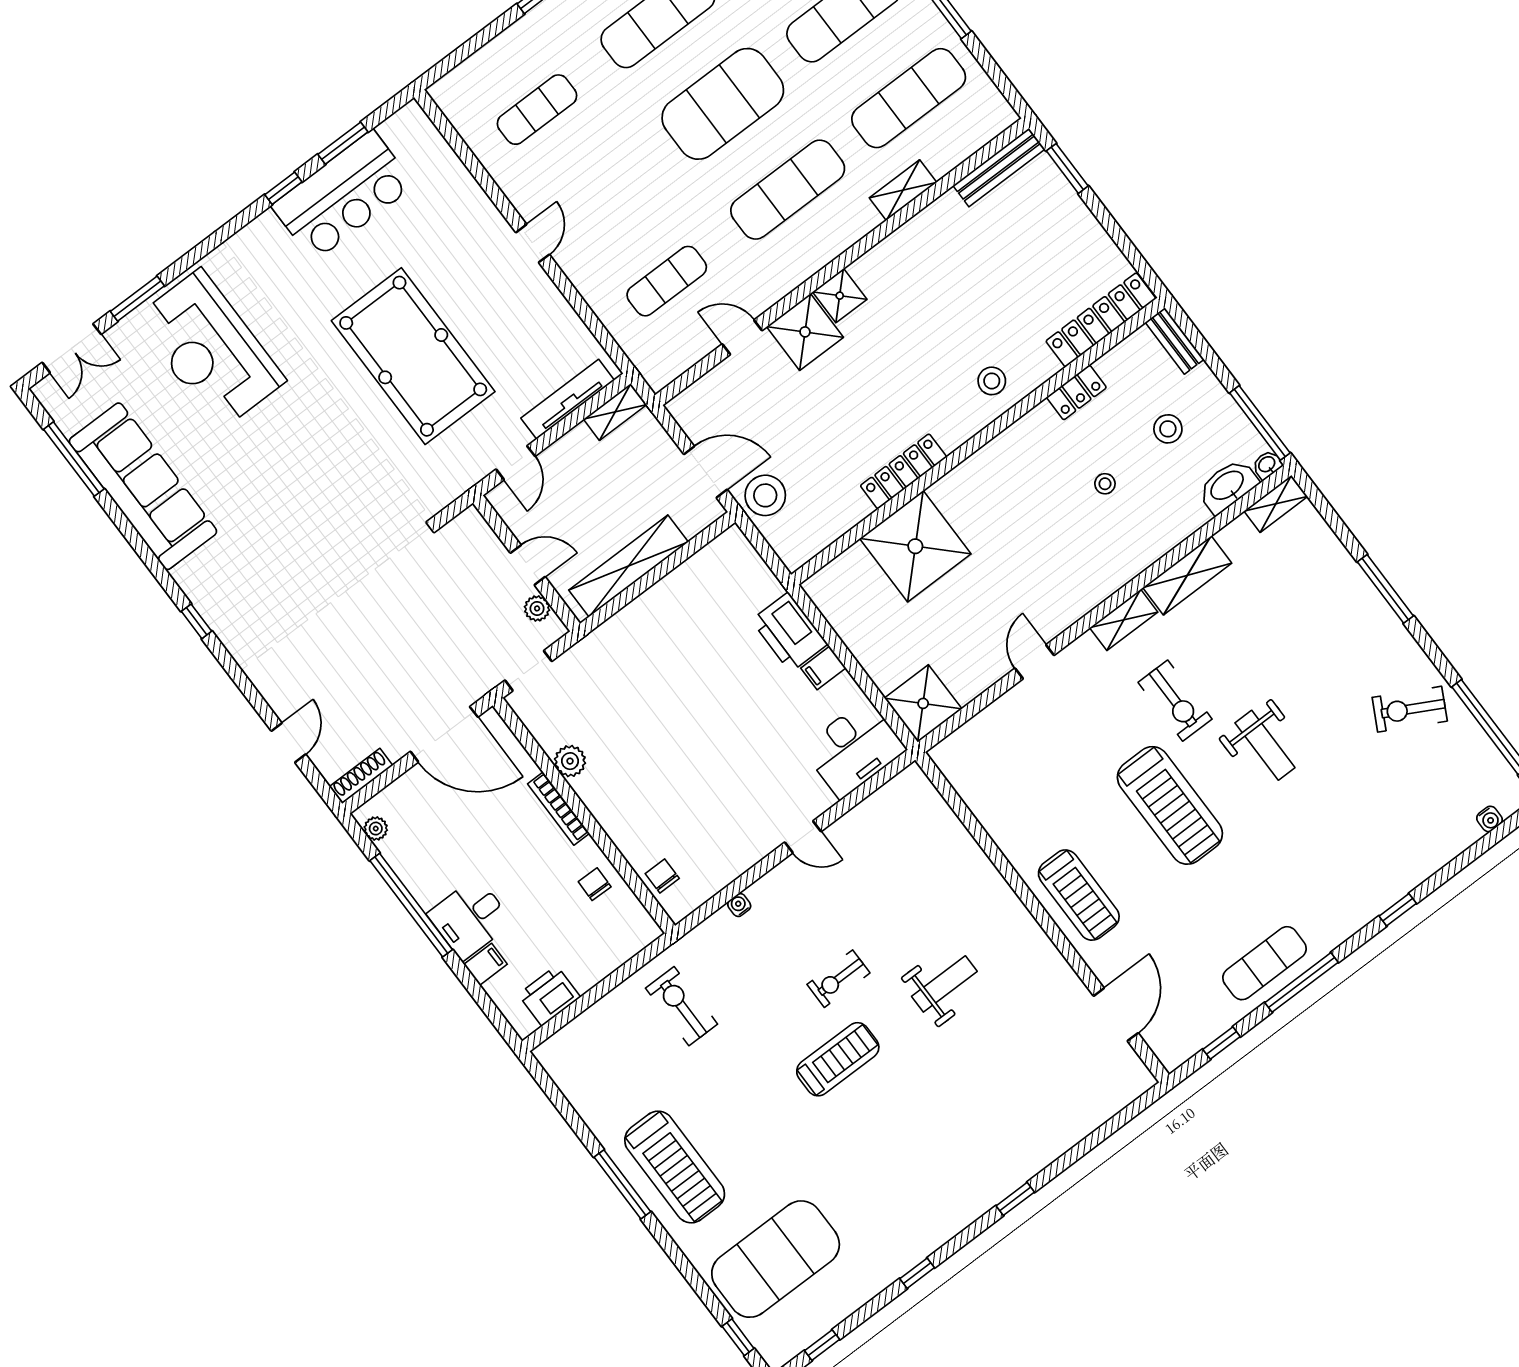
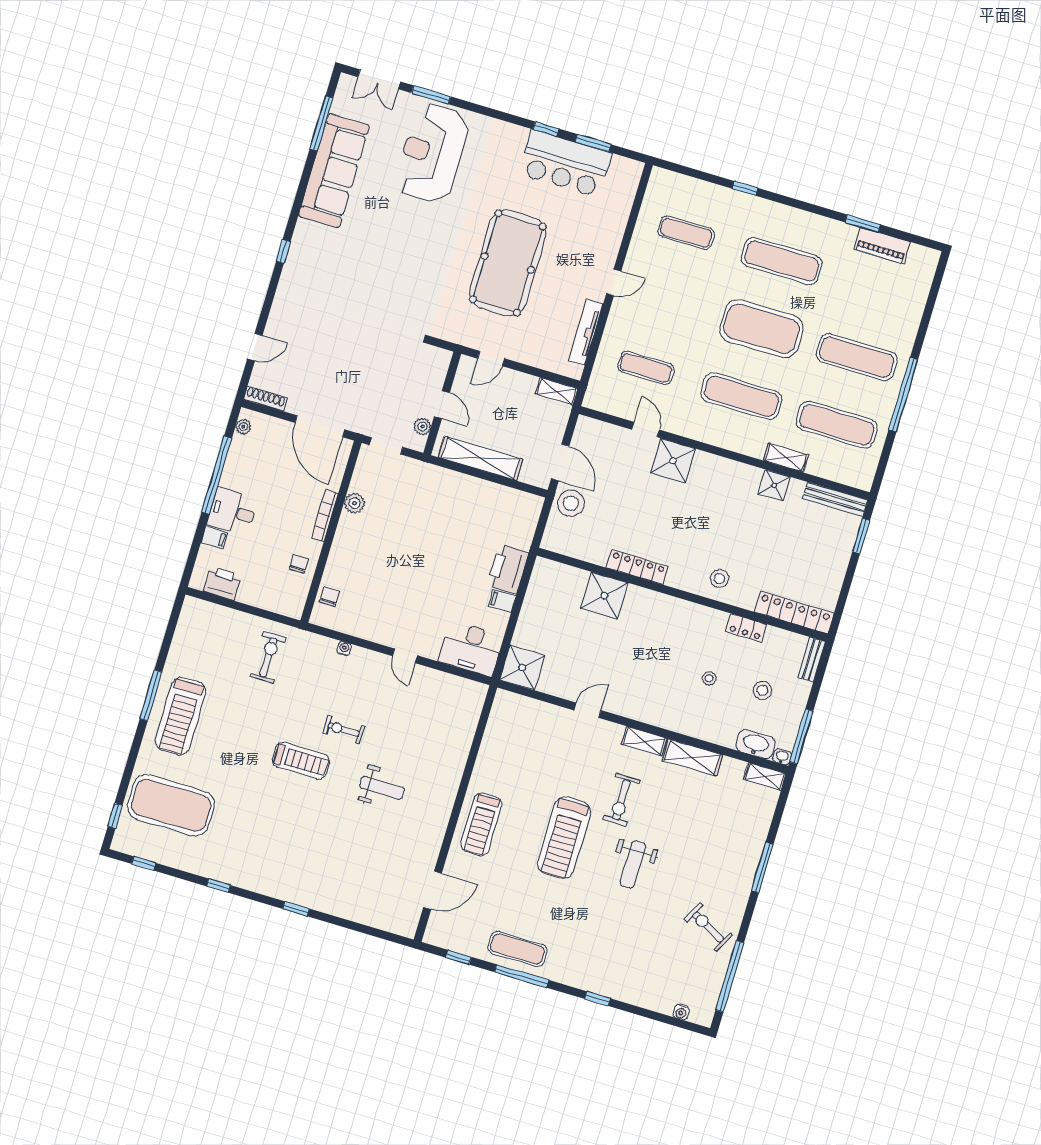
shower: (840, 296) -> (774, 485), moved
tv unit: (568, 399) -> (586, 332), moved, turned -90
shower: (915, 546) -> (604, 596), width x0.73, depth x0.73

